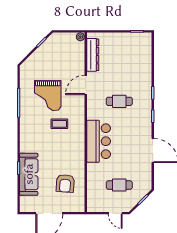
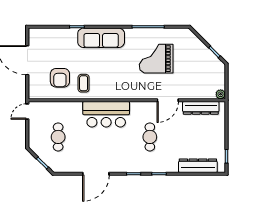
dresser: (145, 57) -> (198, 166), added
door: (86, 85) -> (168, 100), swing flipped
coffee table: (59, 124) -> (84, 83), moved
sofa: (29, 174) -> (101, 38), moved
armchair: (65, 183) -> (60, 78), turned -94
door: (115, 213) -> (27, 112), moved

